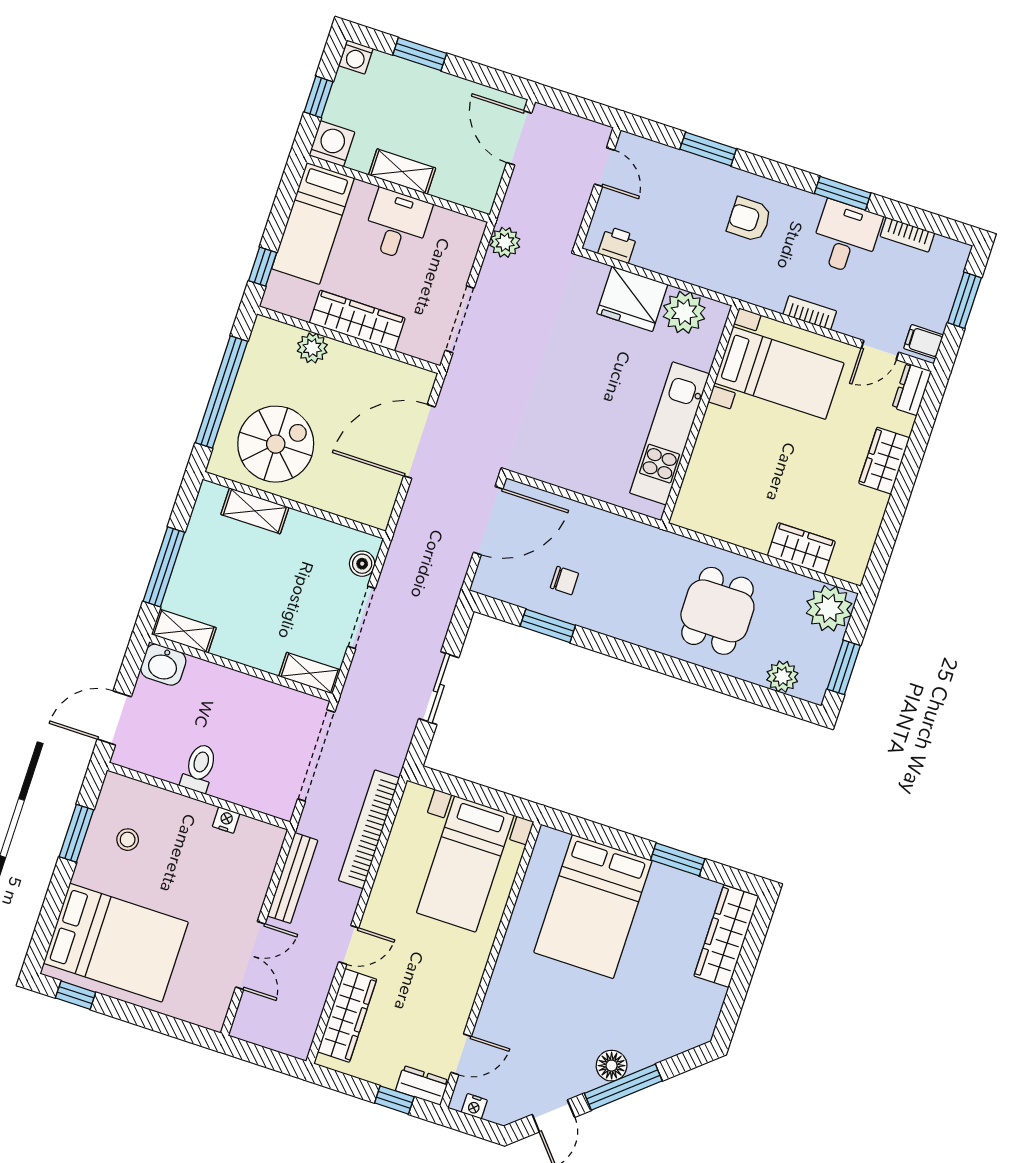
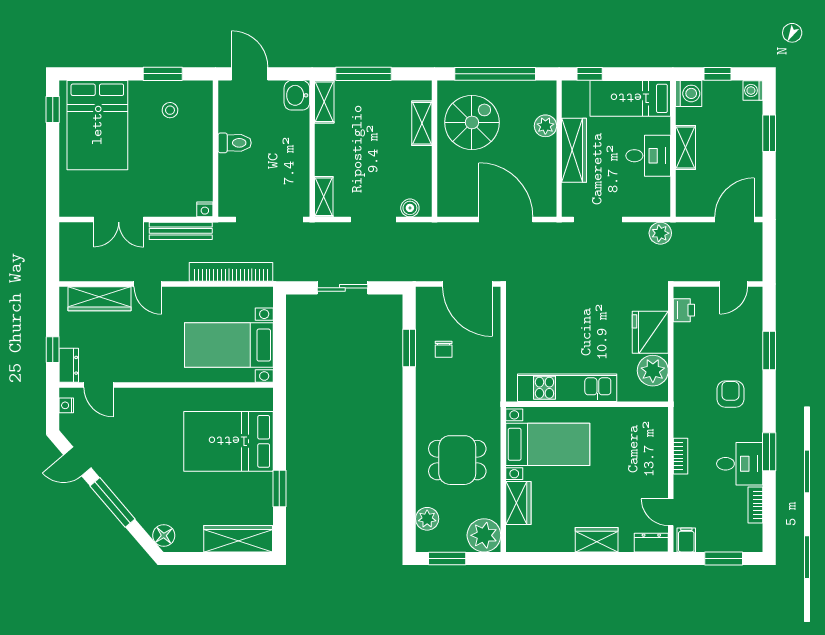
bed with nightstands: (779, 373) -> (548, 444), moved, turned -90
spiral stairs: (276, 444) -> (472, 122), turned -90
nightstand: (226, 820) -> (205, 209), moved, turned 90
floor lamp: (612, 1066) -> (164, 535), moved

